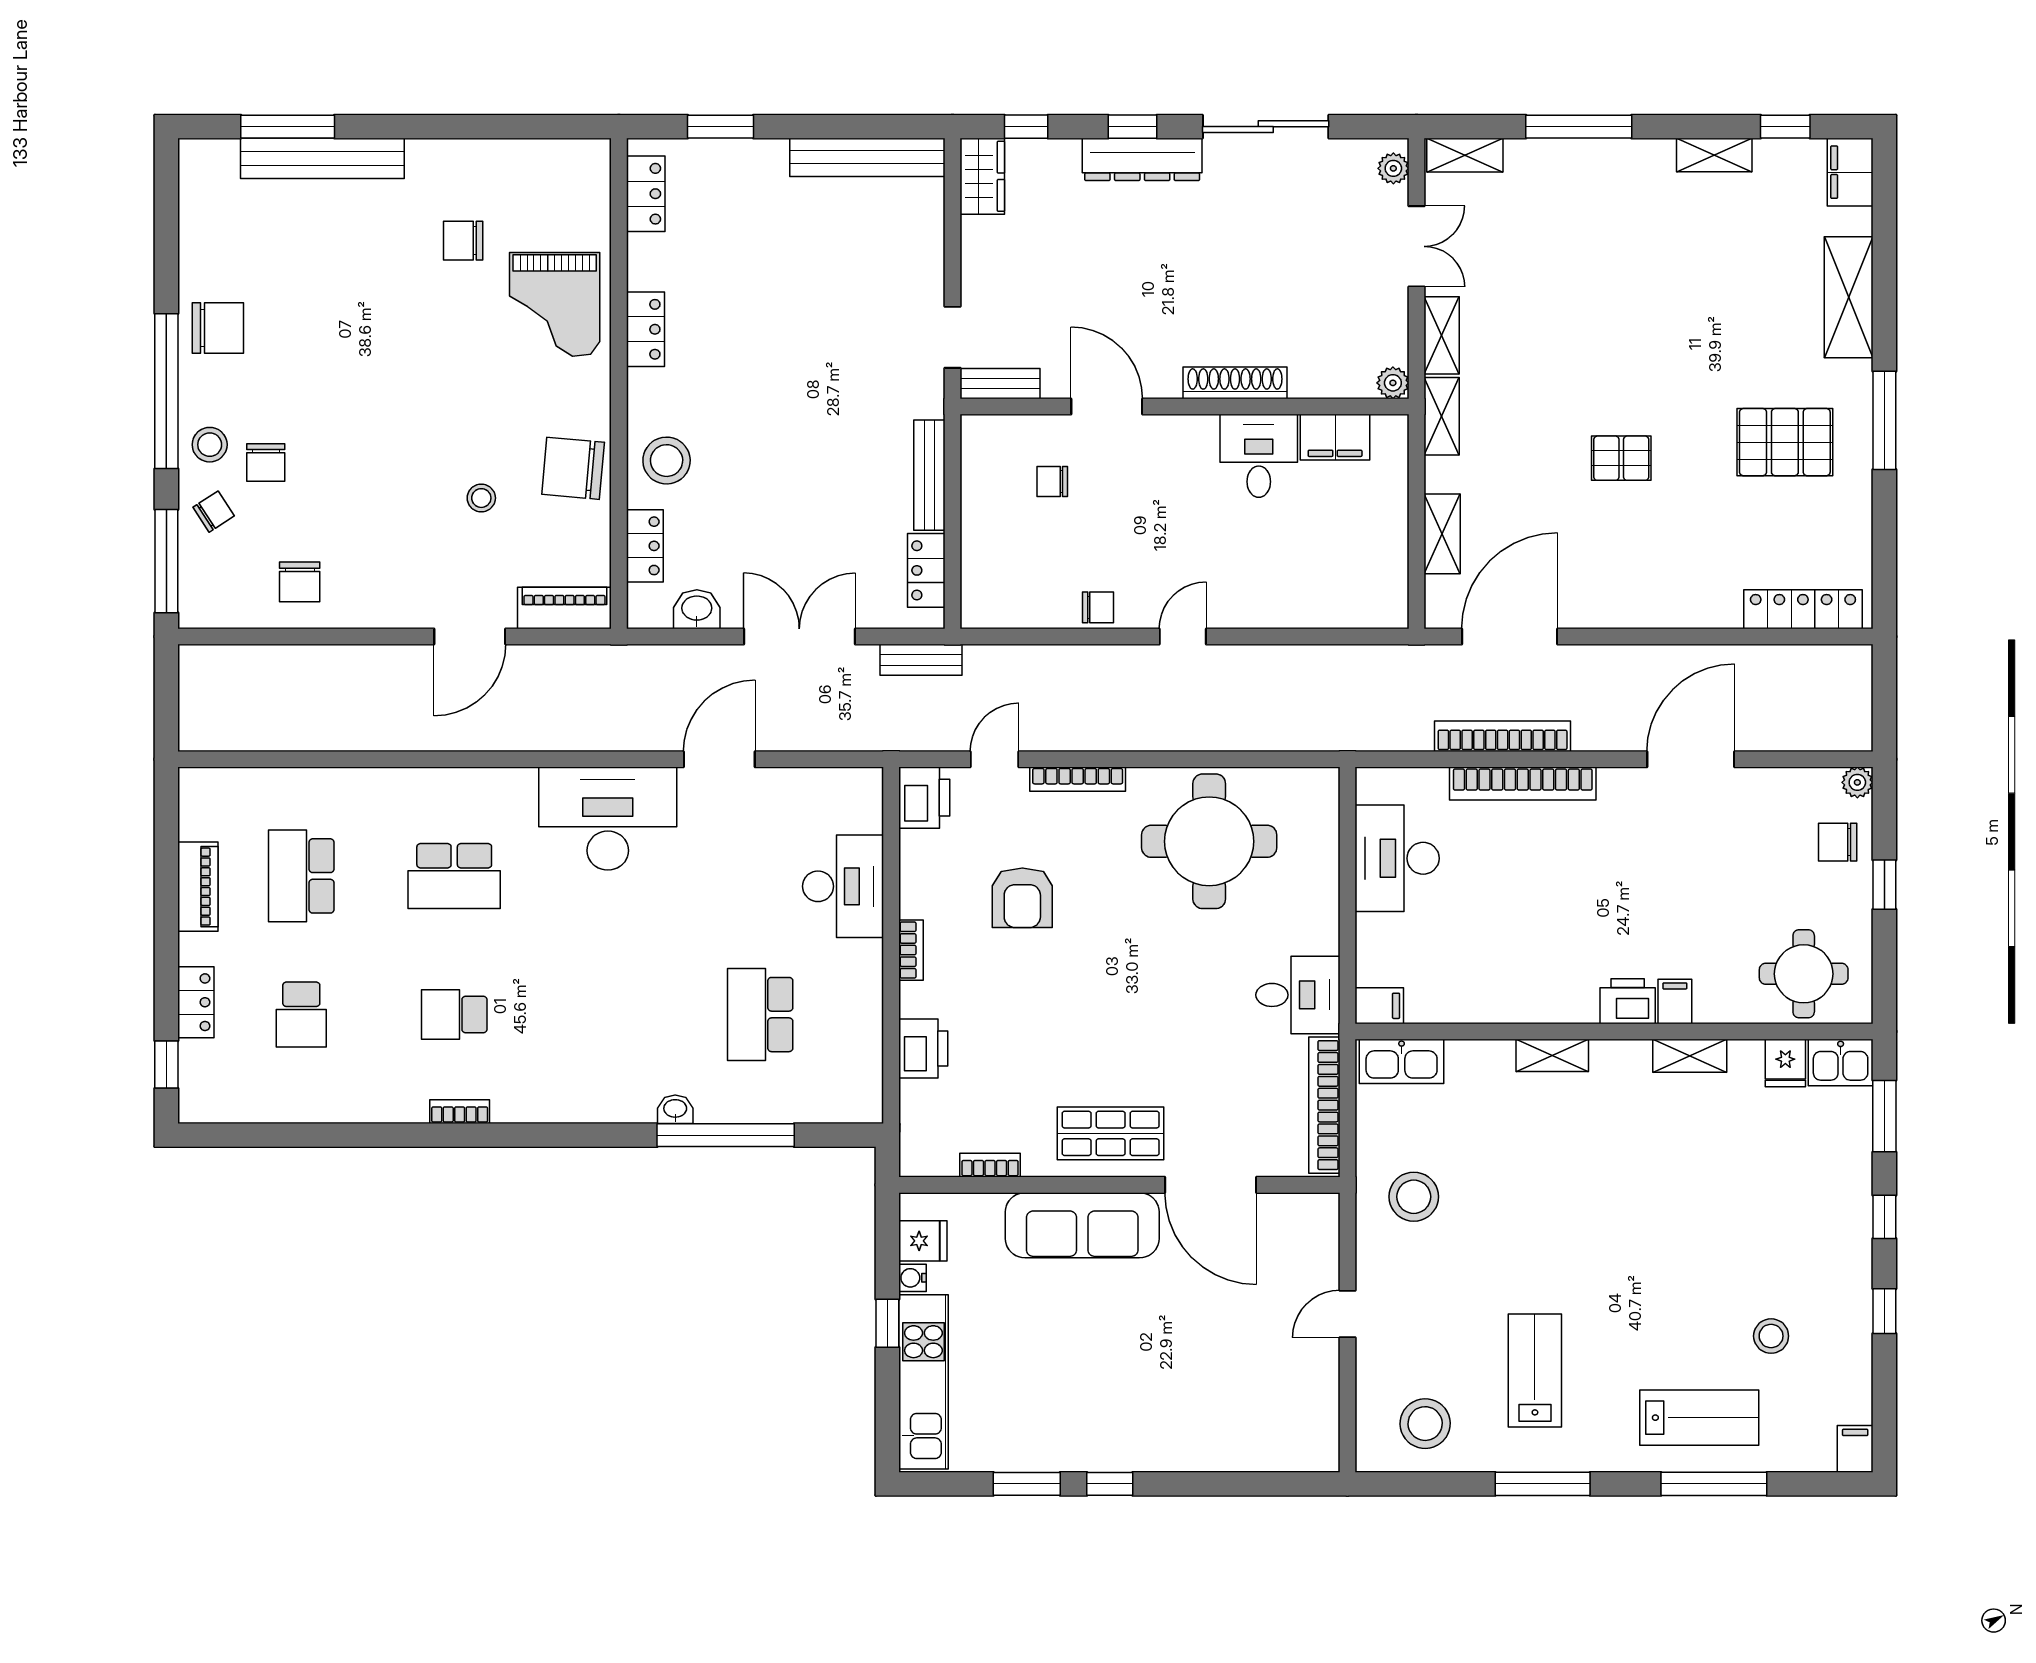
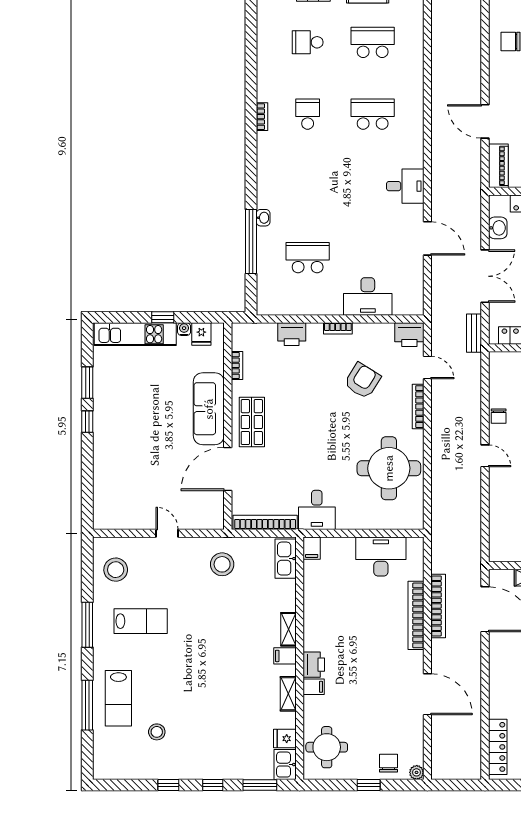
desk: (608, 819) -> (405, 186), width x0.53, depth x0.77
school desk: (454, 876) -> (373, 114), turned 90
armchair: (1022, 898) -> (362, 381), turned 122
filing cabinet: (1855, 1449) -> (285, 656), moved, turned 180

